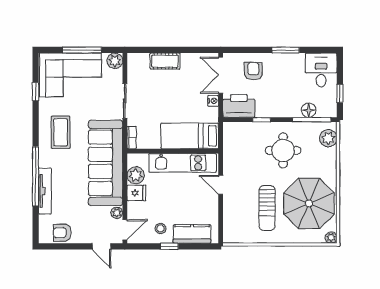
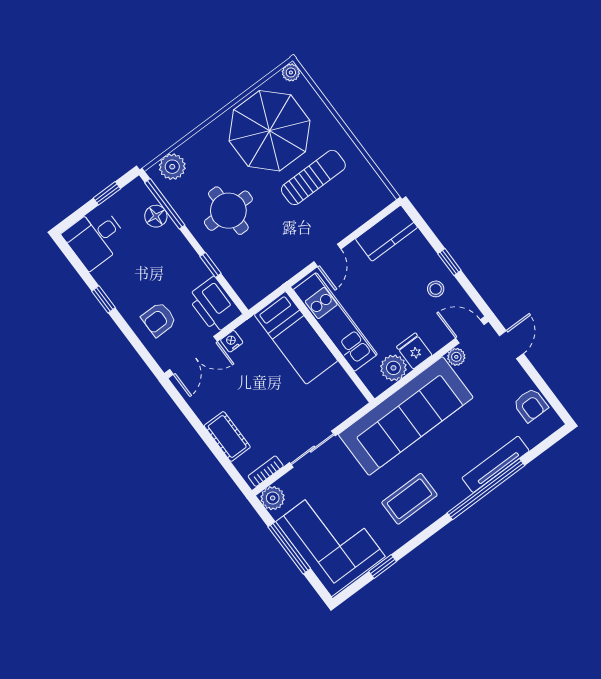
window: (286, 50) -> (103, 299), width x0.67
bookcase: (132, 138) -> (266, 471), moved
kitchen counter: (192, 234) -> (386, 233), moved, turned -90

